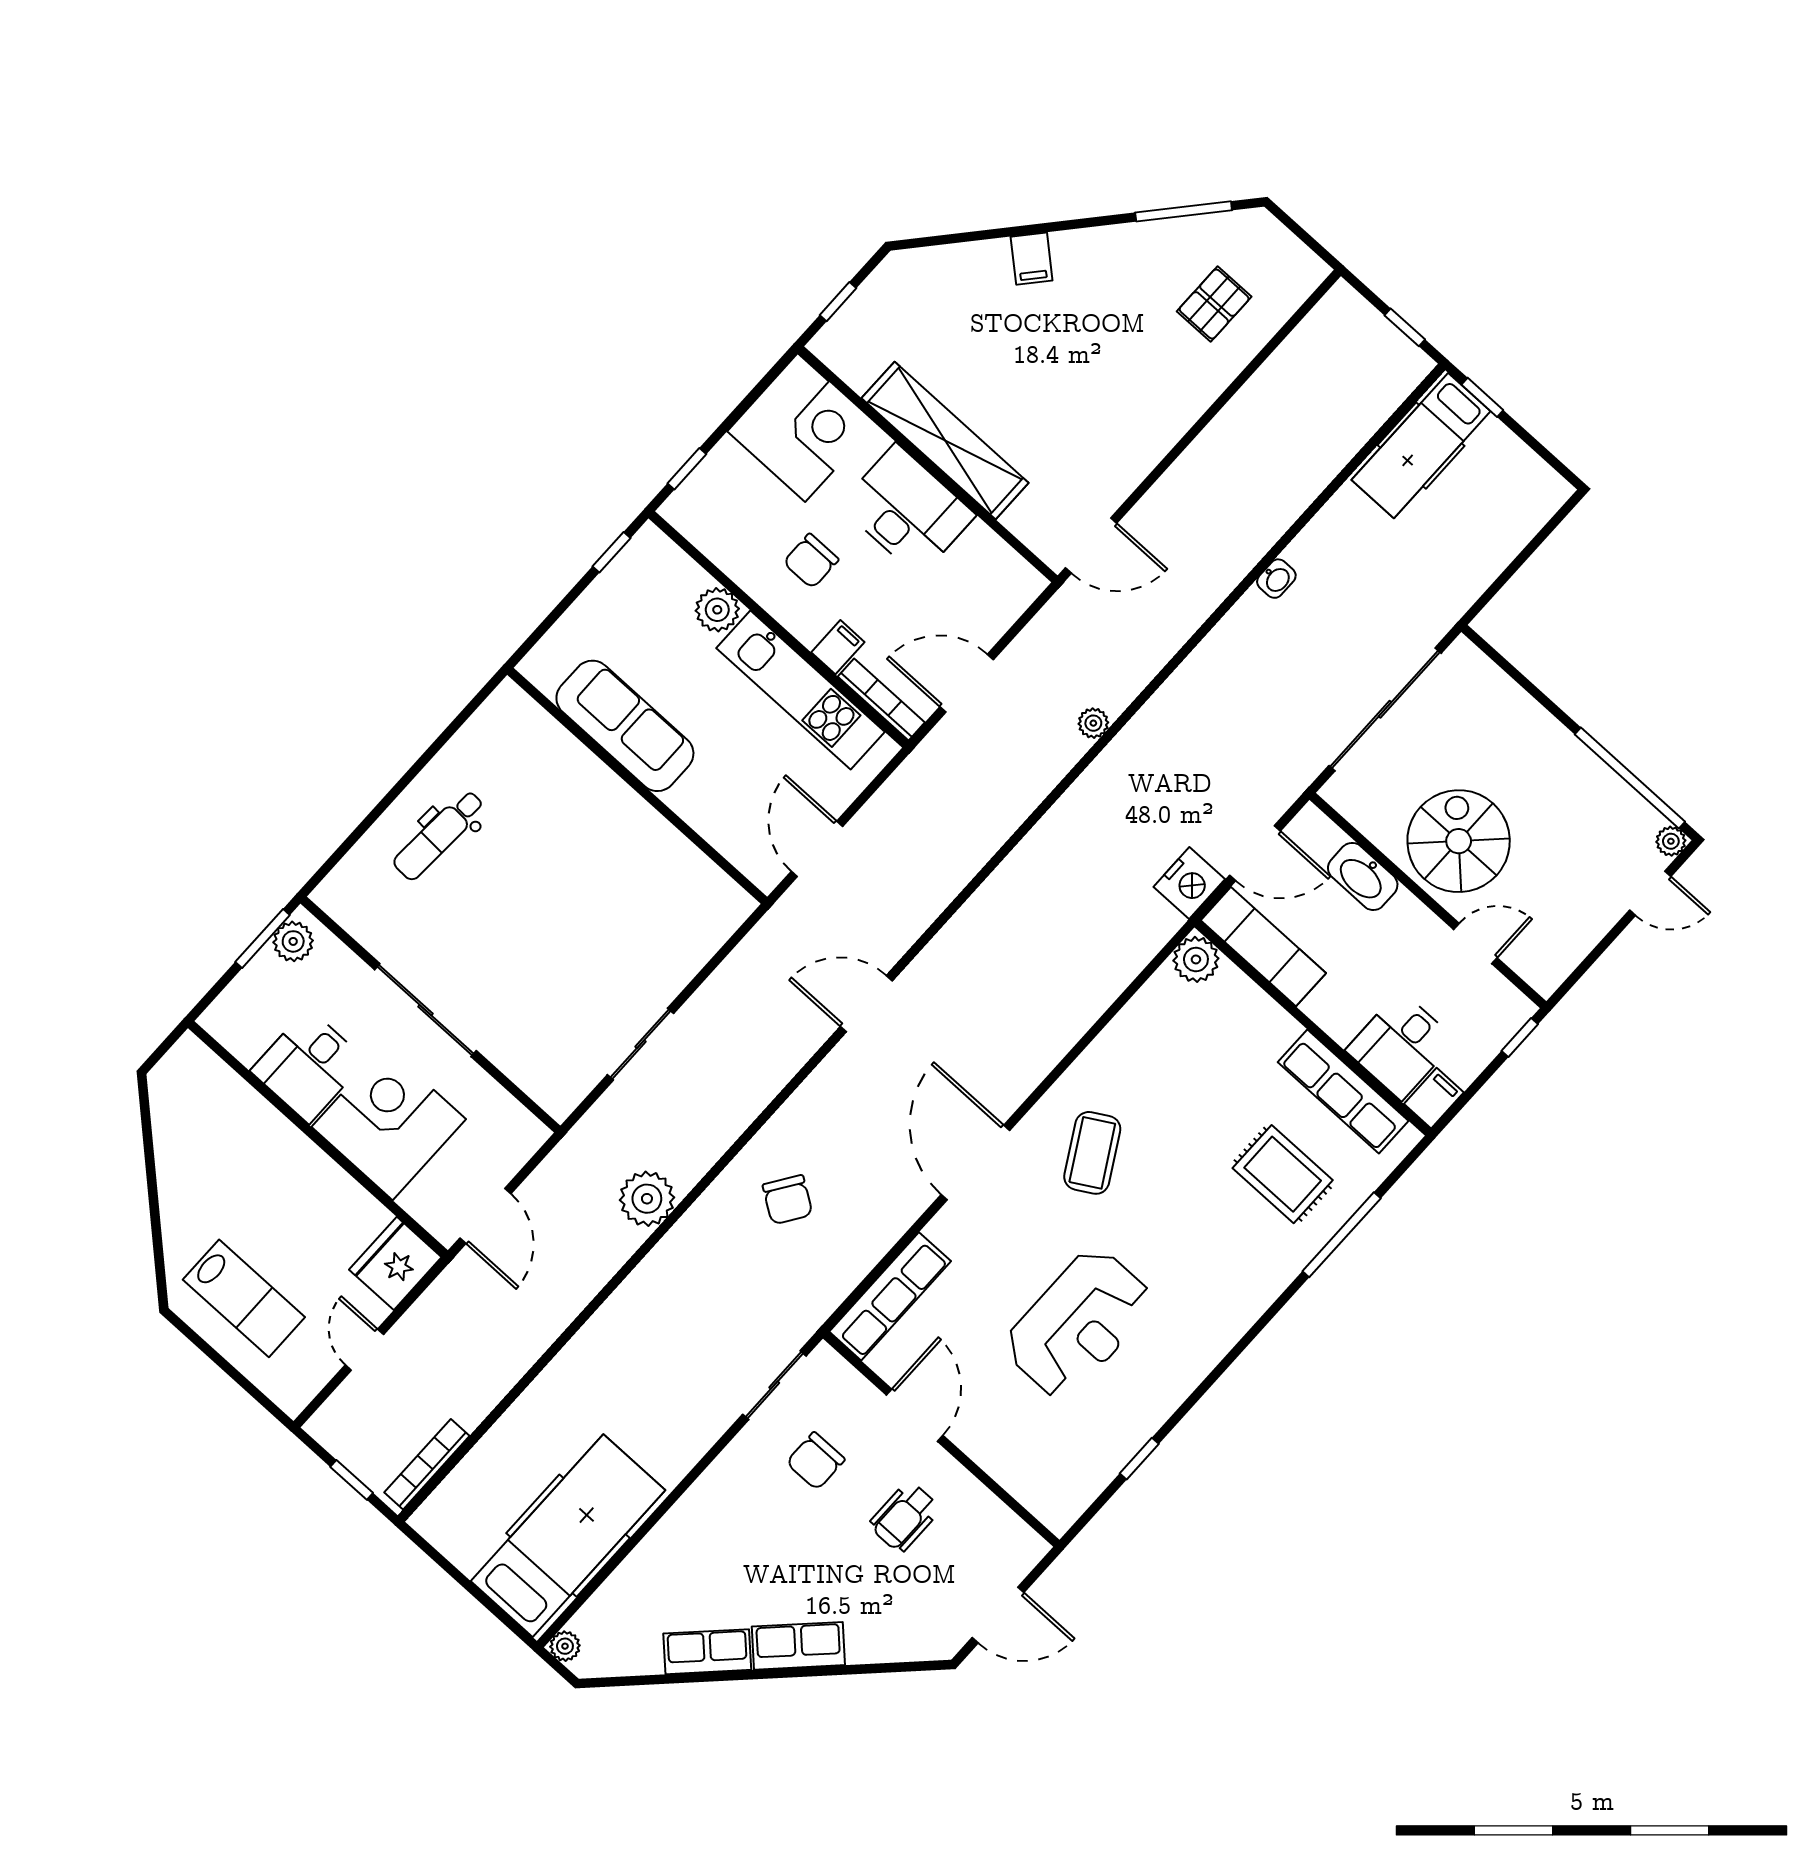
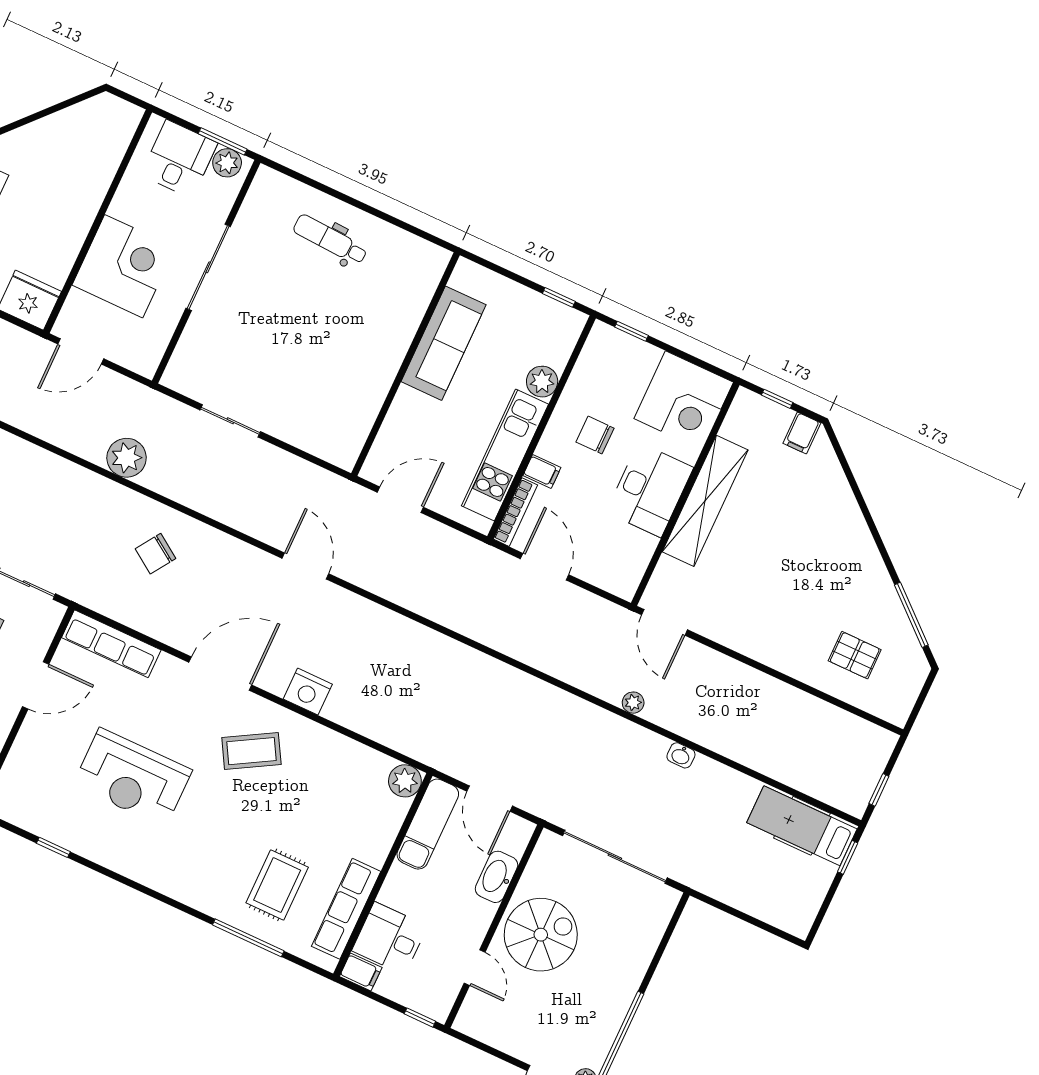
filing cabinet: (1032, 259) -> (802, 433), moved, turned -41
plant: (1093, 723) -> (633, 703), moved
nightstand: (1189, 883) -> (308, 692), moved
desk: (308, 1066) -> (179, 159), moved, turned 90

